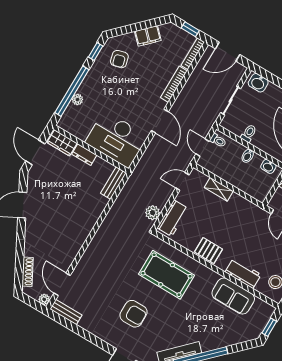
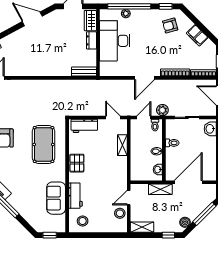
desk: (116, 139) -> (115, 41), moved
plant: (153, 213) -> (162, 110), moved

